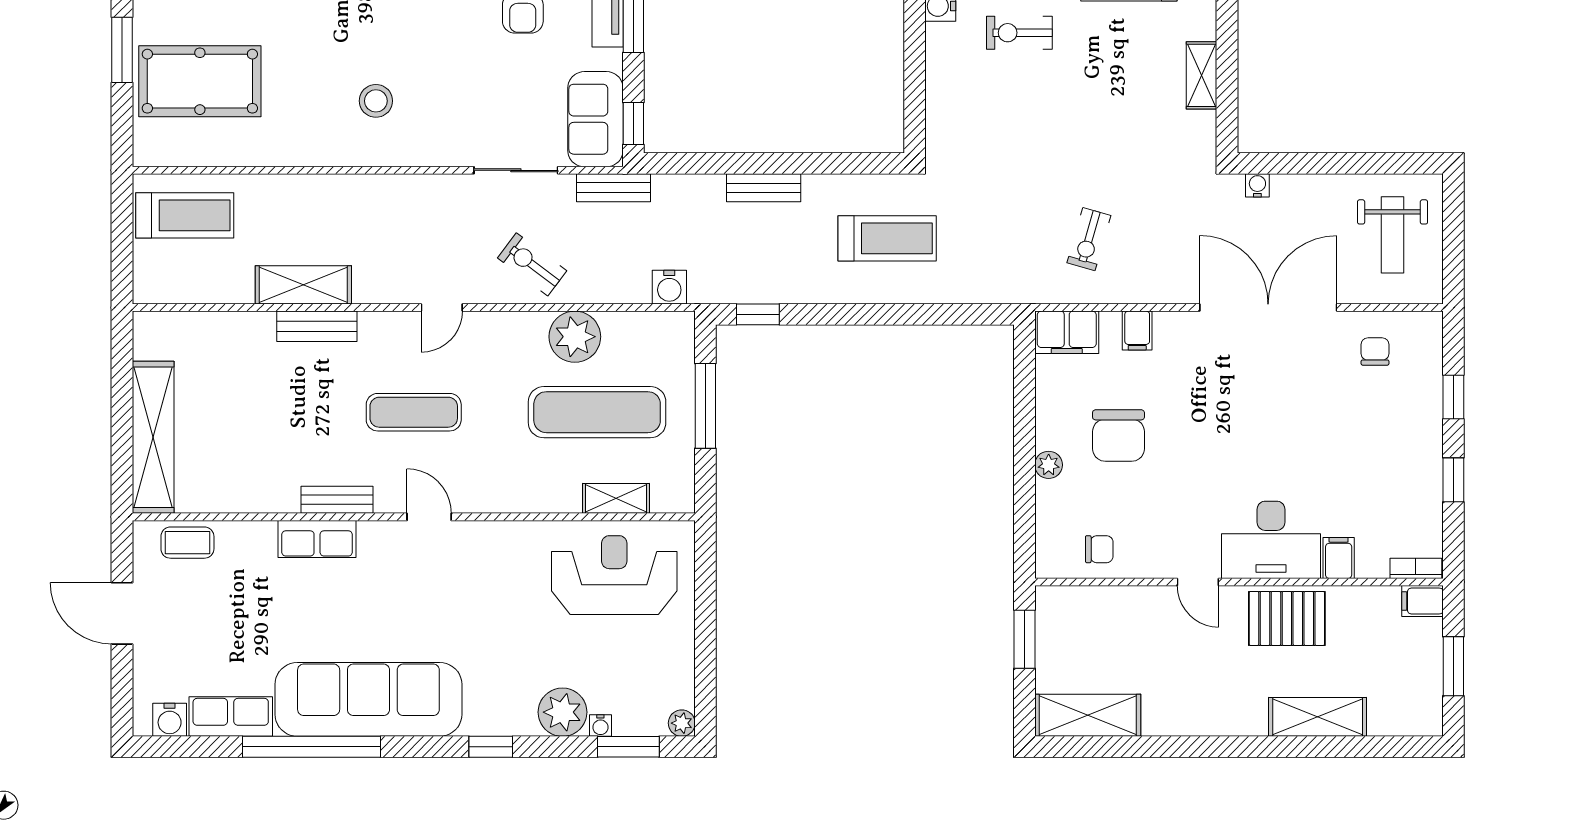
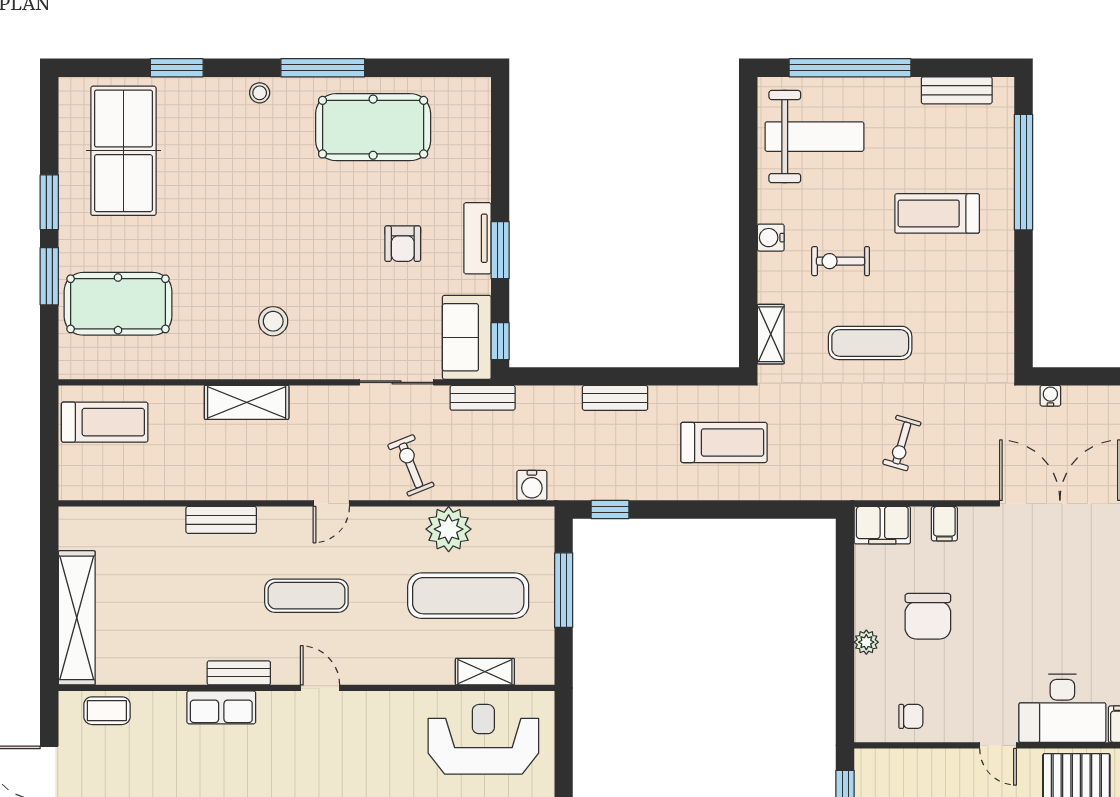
shelving: (1201, 75) -> (771, 334), moved
exercise mat: (1053, 126) -> (870, 343), added
exercise bike: (532, 264) -> (411, 465), turned 31
shelving: (303, 285) -> (247, 402), moved

